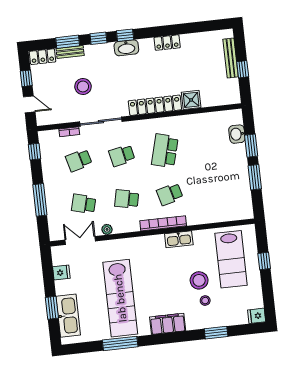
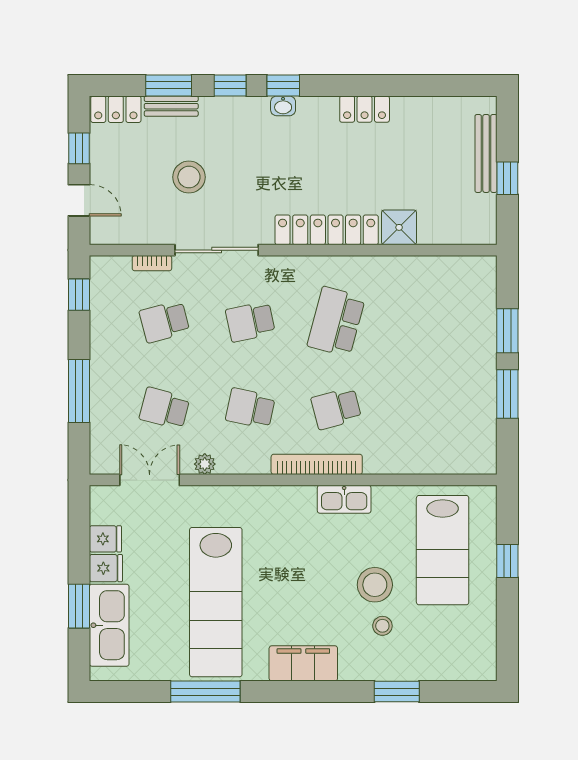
washbasin: (126, 48) -> (283, 106), width x0.52, depth x0.69
washbasin: (237, 134) -> (482, 305), removed
fridge: (257, 316) -> (106, 568), moved, turned 180

